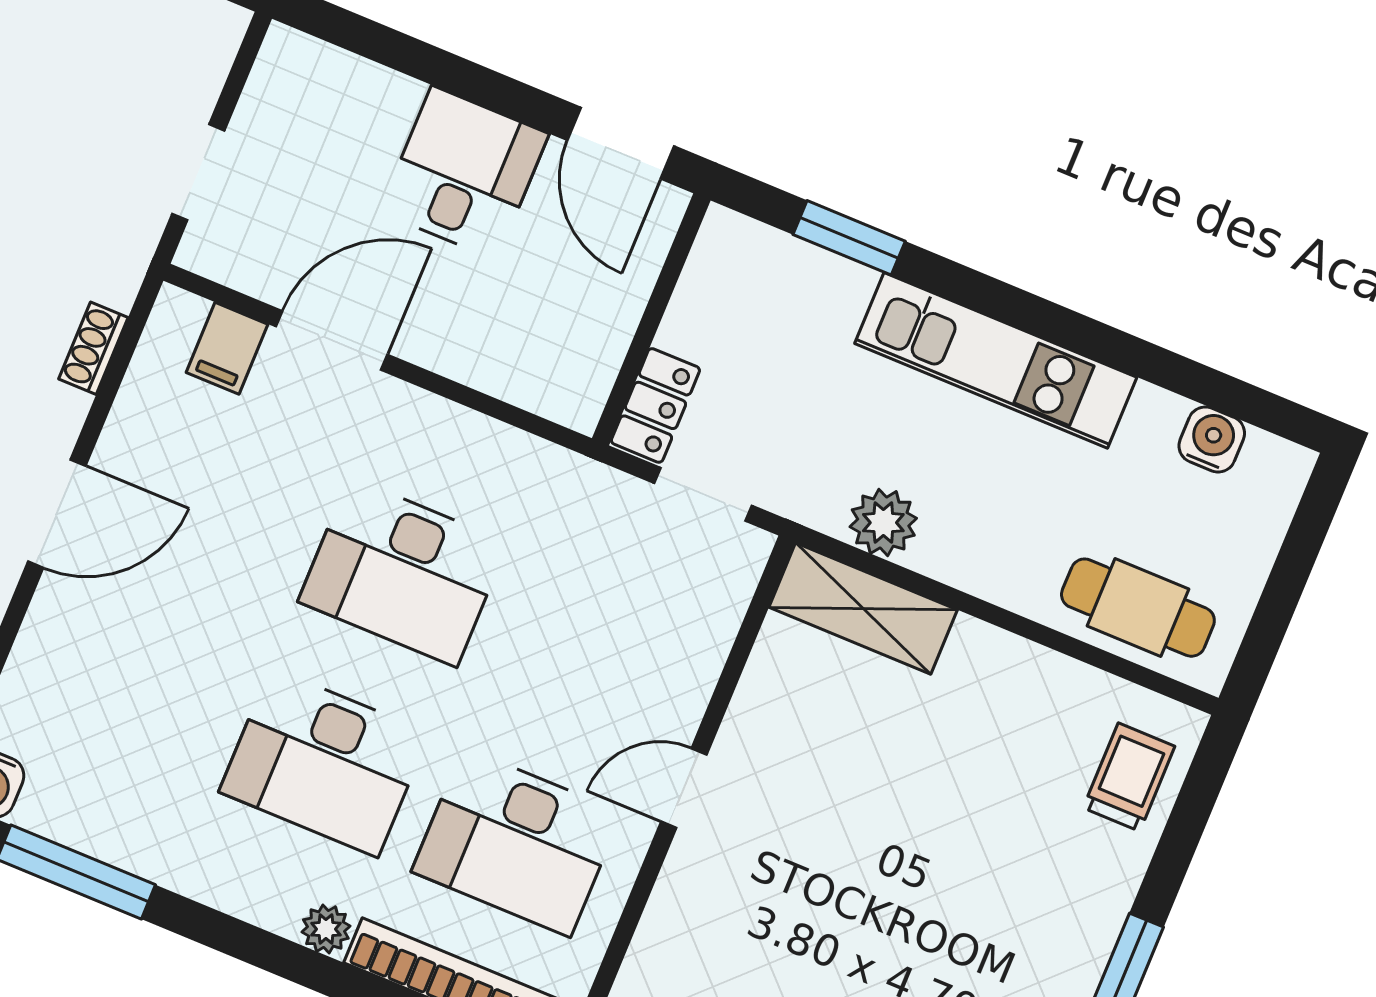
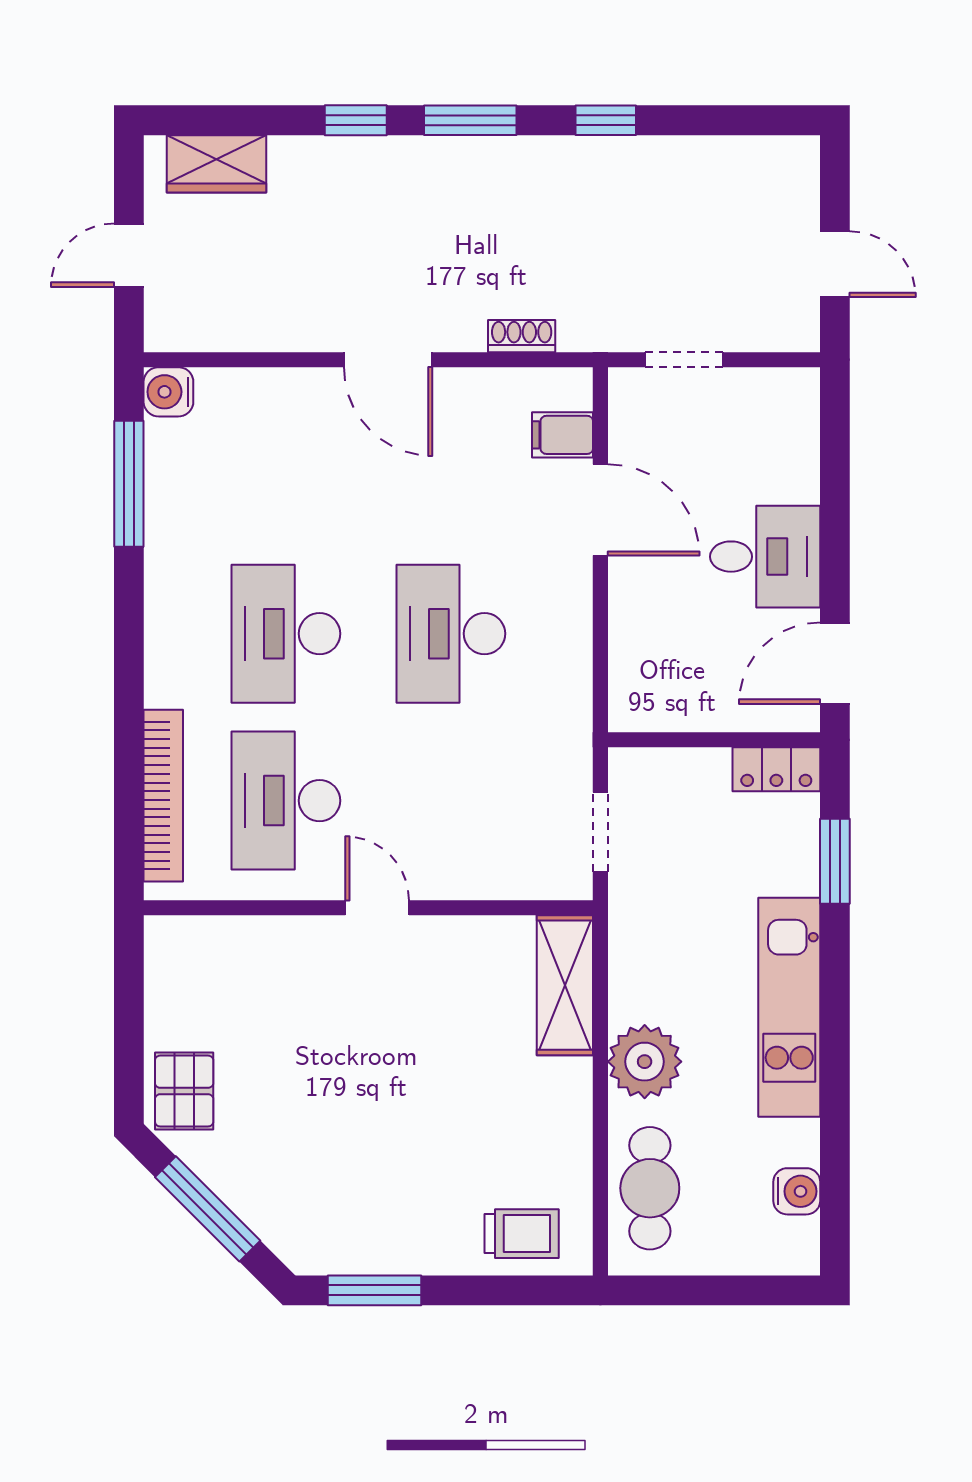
locker: (655, 405) -> (776, 769), moved
plant: (883, 523) -> (645, 1062), moved, width x1.36, depth x1.36
plant: (326, 929) -> (163, 686), removed

